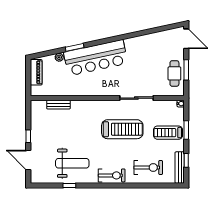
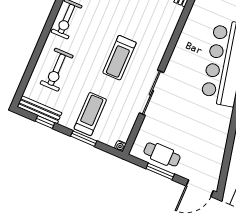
treadmill: (122, 129) -> (119, 58), width x0.73, depth x0.73

